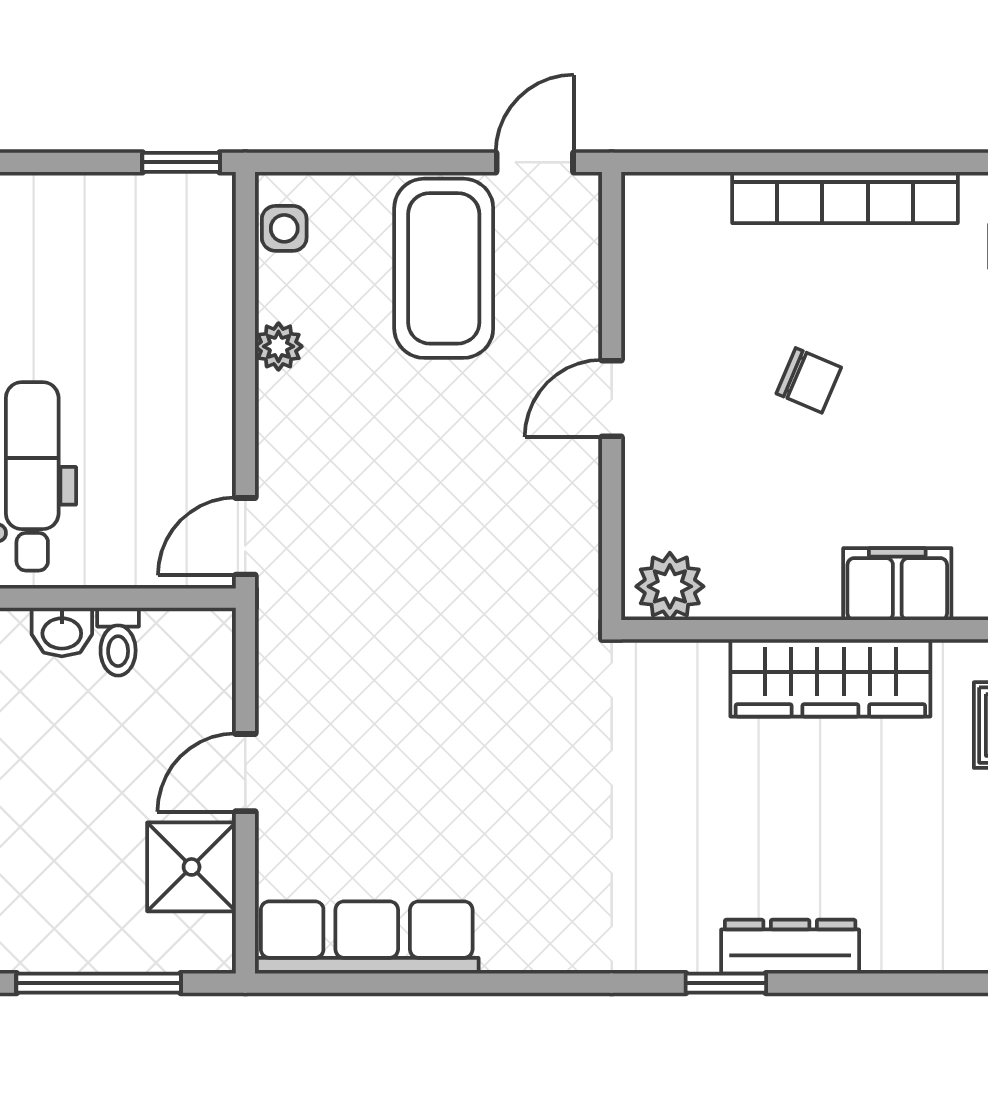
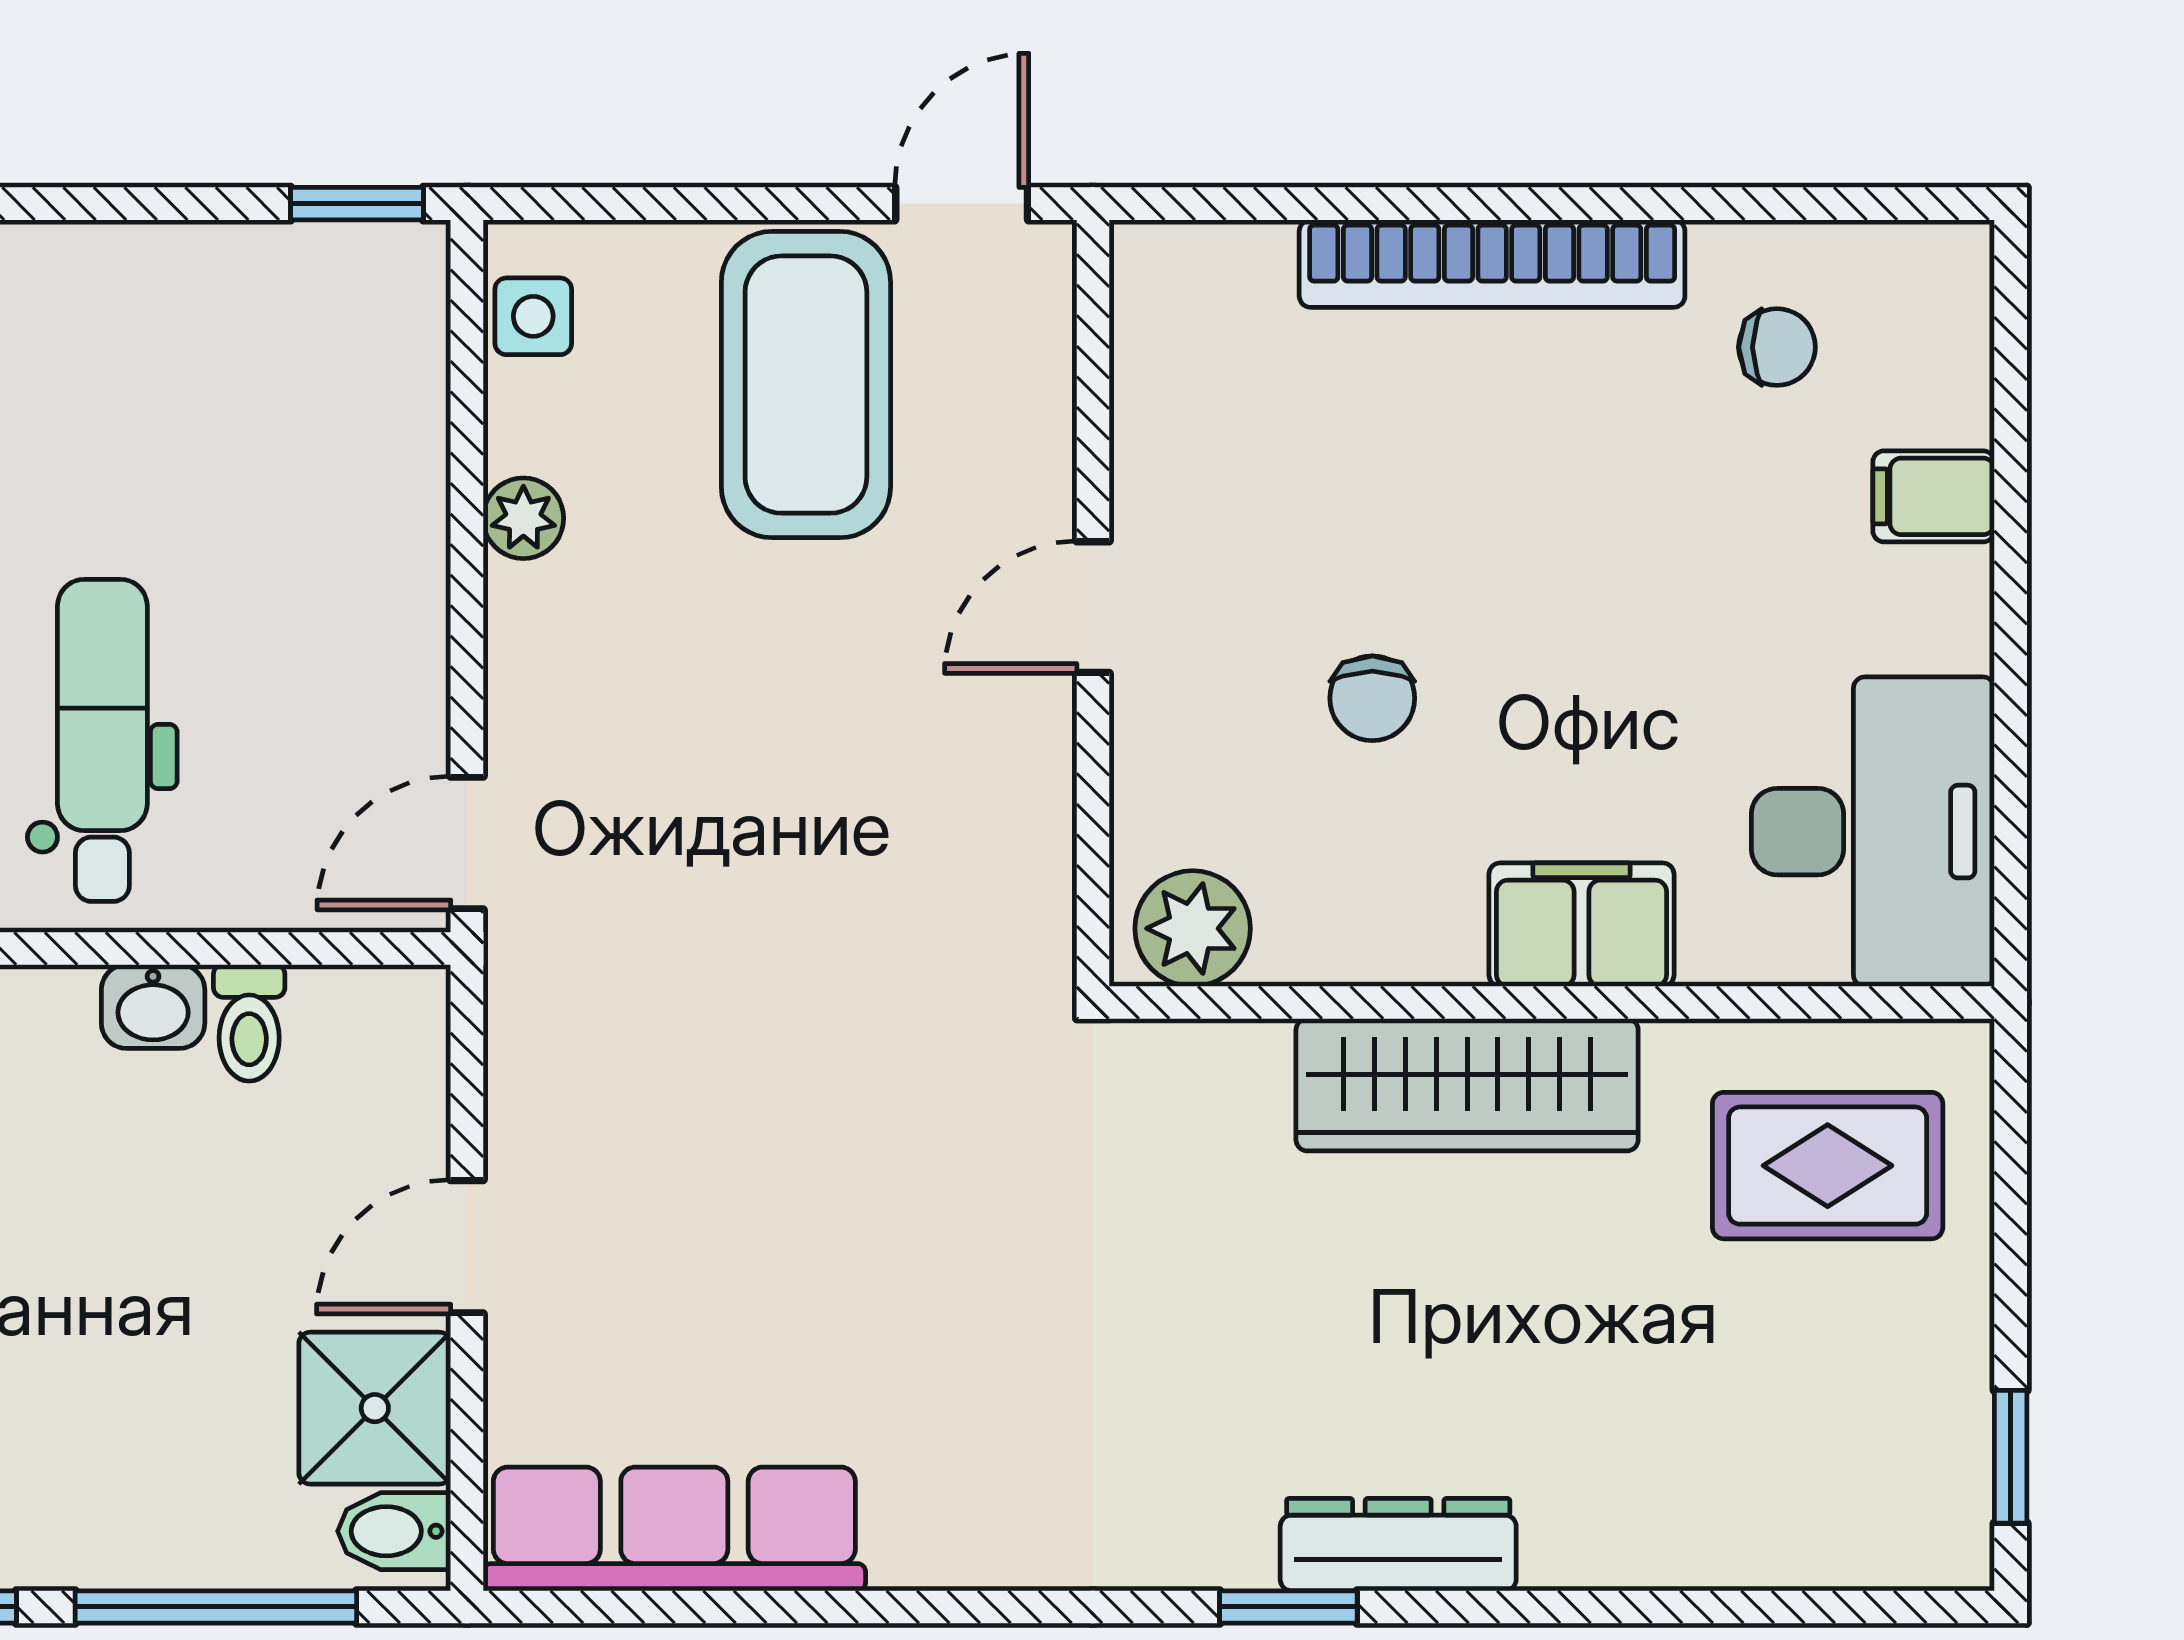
chair: (809, 380) -> (1372, 698), moved, turned 67
bidet: (203, 939) -> (394, 1531), added

